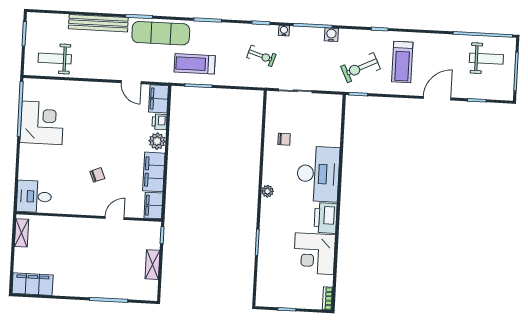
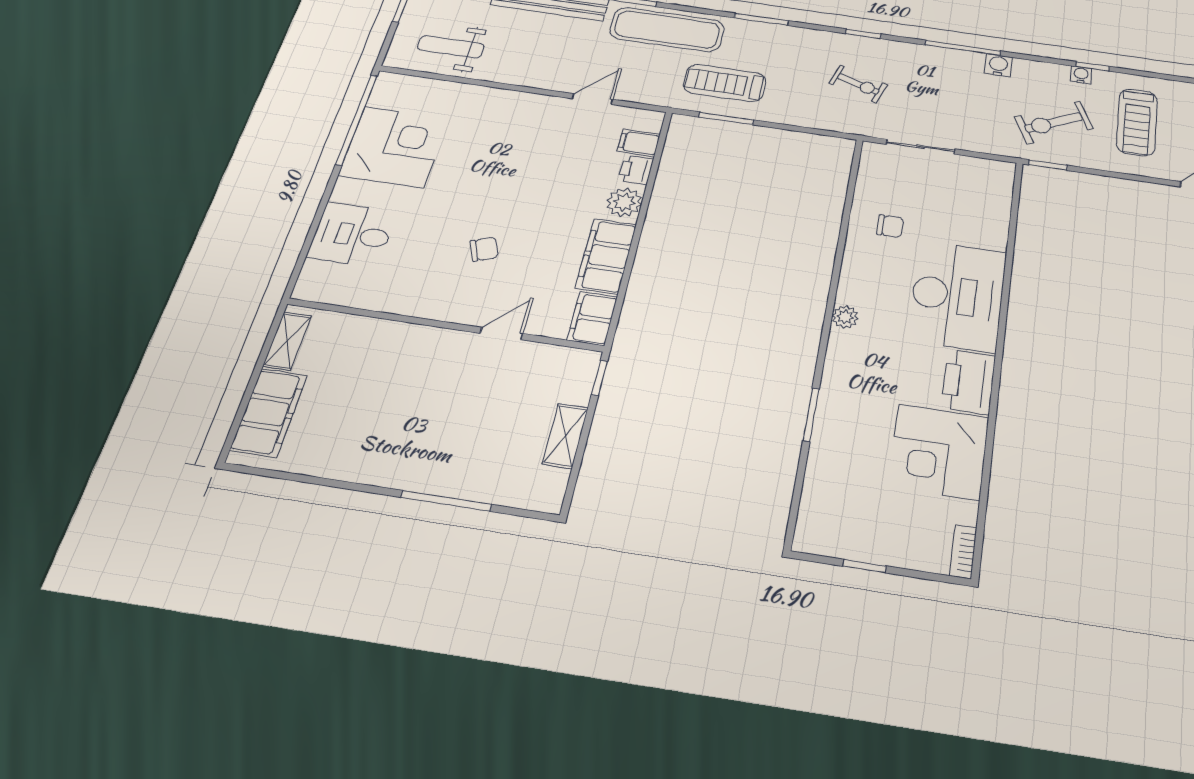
water cooler: (284, 31) -> (1081, 75), moved
door: (131, 82) -> (592, 99), swing flipped
filing cabinet: (158, 99) -> (639, 143), width x0.50
desk: (34, 197) -> (352, 235), moved
filing cabinet: (33, 284) -> (269, 413), moved, turned 90

